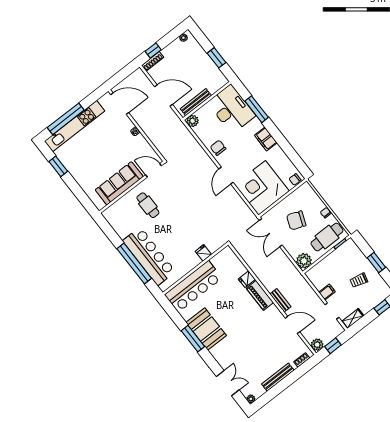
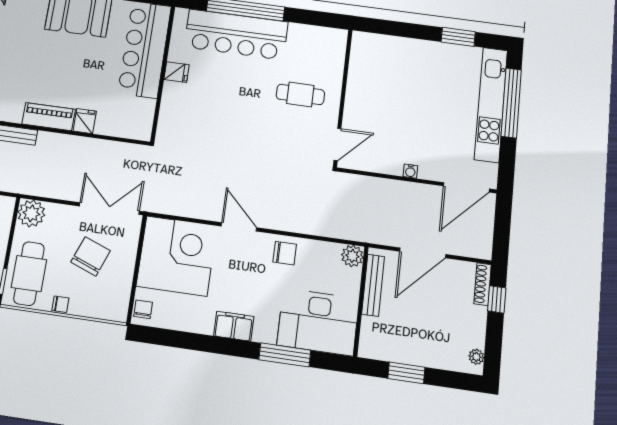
sofa: (119, 183) -> (363, 87), removed
fridge: (203, 253) -> (177, 72), moved

